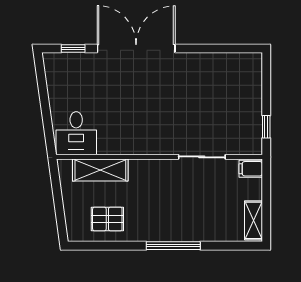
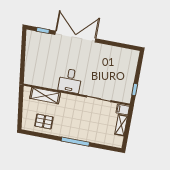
desk: (76, 133) -> (70, 81), moved
shelving: (253, 220) -> (121, 125), moved

